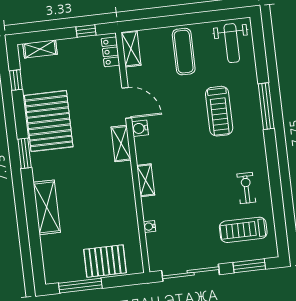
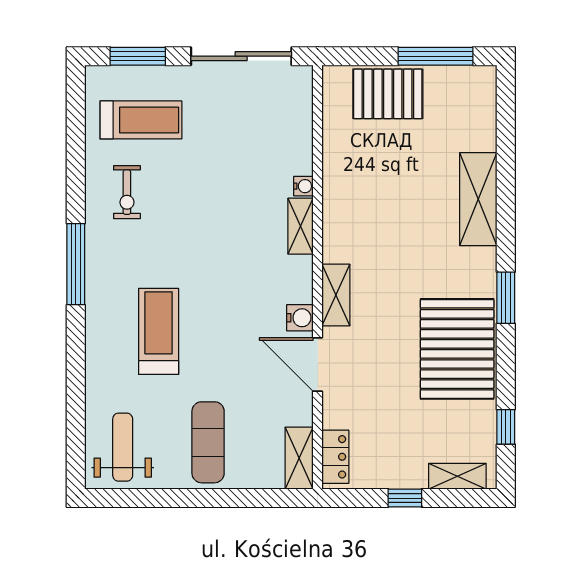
window: (86, 31) -> (405, 498), moved
window: (266, 106) -> (76, 264), moved
water cooler: (149, 226) -> (303, 186), moved

